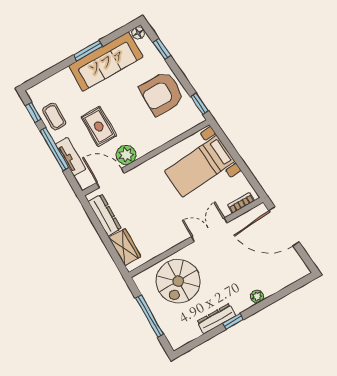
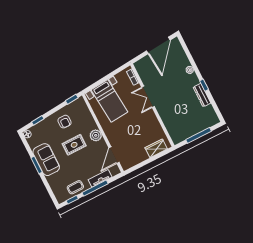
sofa: (106, 61) -> (46, 160), width x0.73
armchair: (162, 93) -> (65, 122), width x0.53, depth x0.53
rug: (99, 126) -> (74, 145), moved
plant: (126, 155) -> (96, 135), moved
dresser: (105, 215) -> (136, 159), removed
door: (284, 226) -> (158, 45), moved
spiral stairs: (178, 281) -> (178, 117), removed

